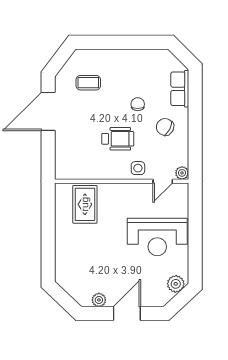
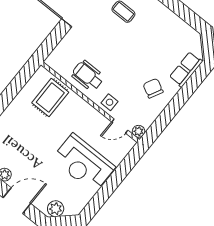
chair: (138, 104) -> (147, 56), removed
wheelchair: (118, 139) -> (88, 76), moved, turned 180
plant: (176, 284) -> (56, 209), moved

